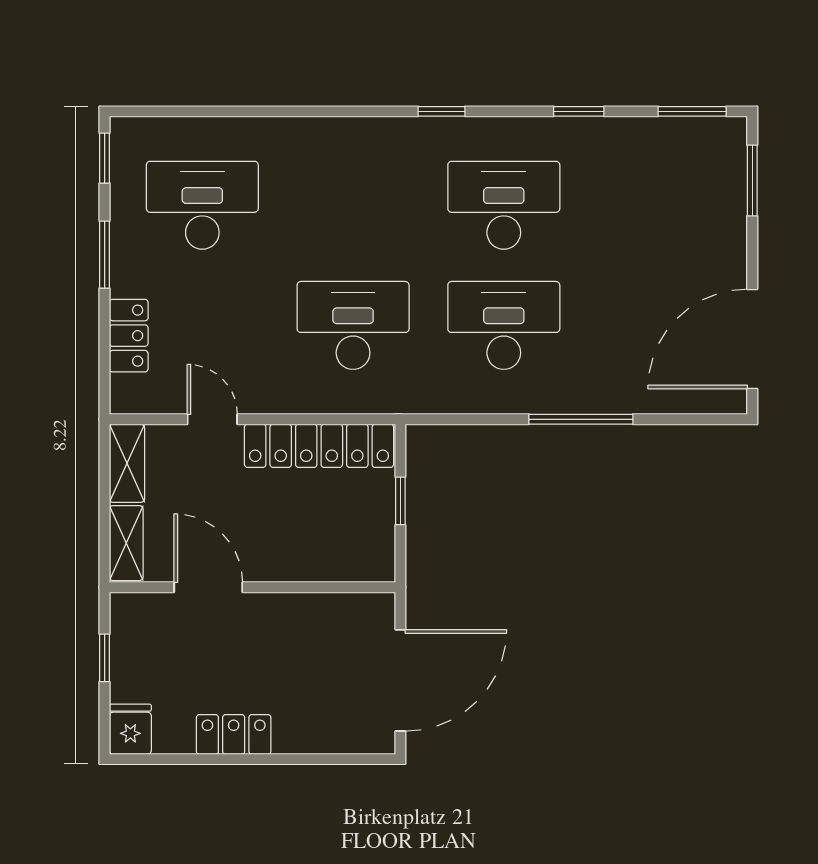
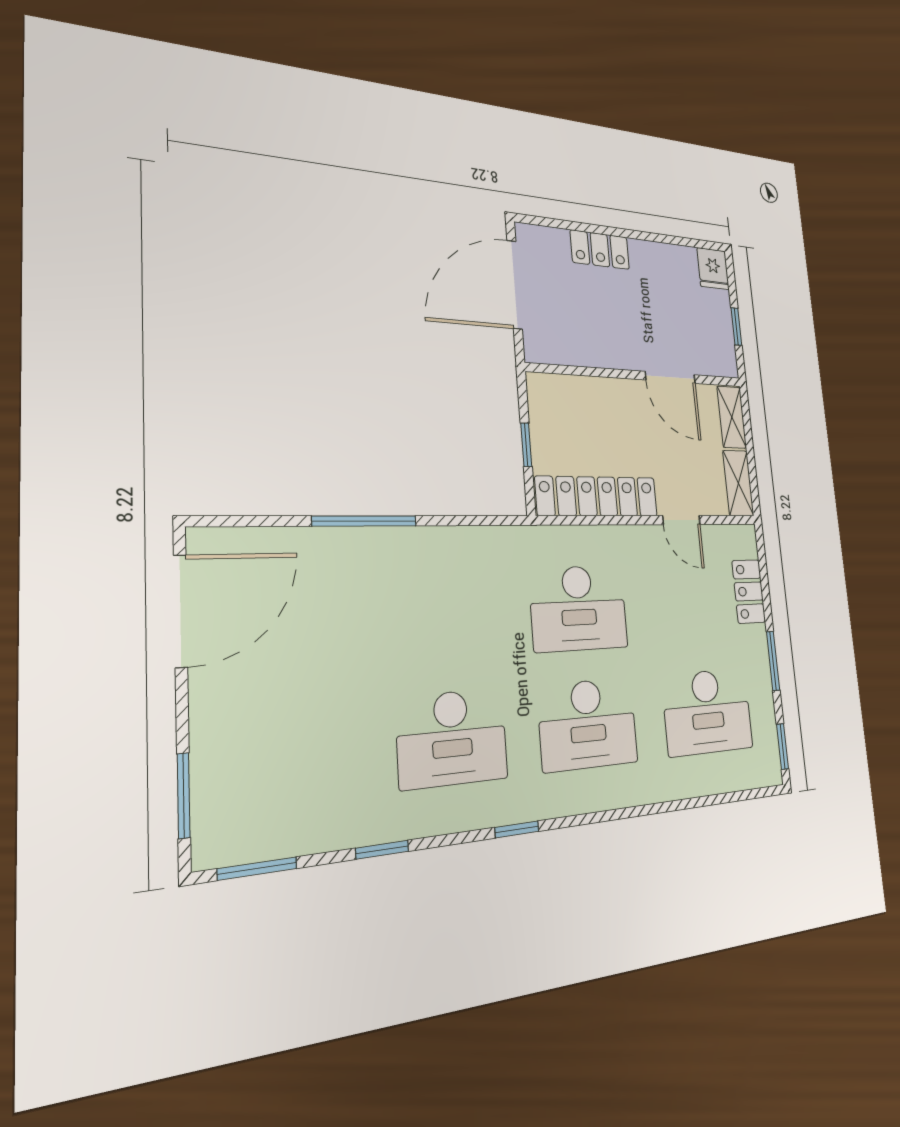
desk: (504, 325) -> (588, 724), moved
locker: (234, 734) -> (600, 250), moved

